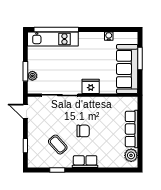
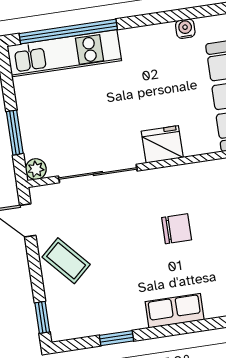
plant: (32, 76) -> (36, 169), moved
chair: (83, 131) -> (177, 229), moved
coffee table: (58, 145) -> (66, 261), moved
window: (25, 146) -> (42, 317), moved

